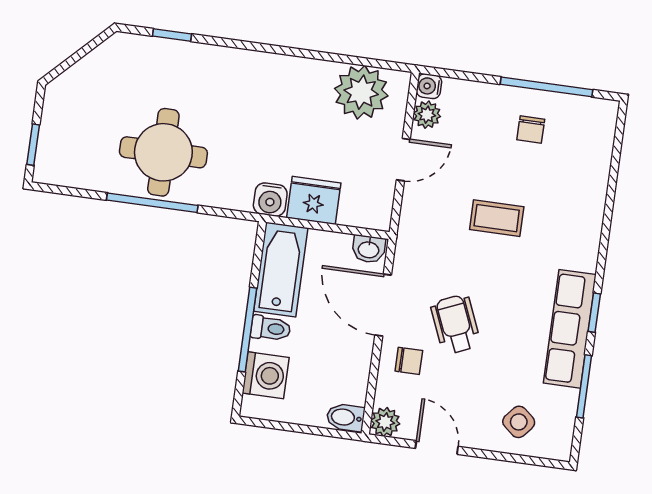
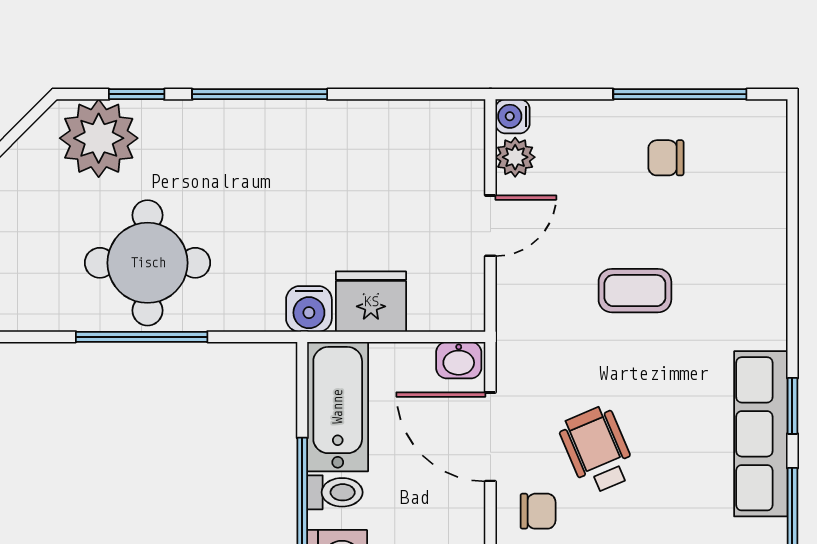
window: (257, 47) -> (260, 94), added
plant: (361, 92) -> (99, 138), moved
chair: (531, 129) -> (666, 158), turned 90

